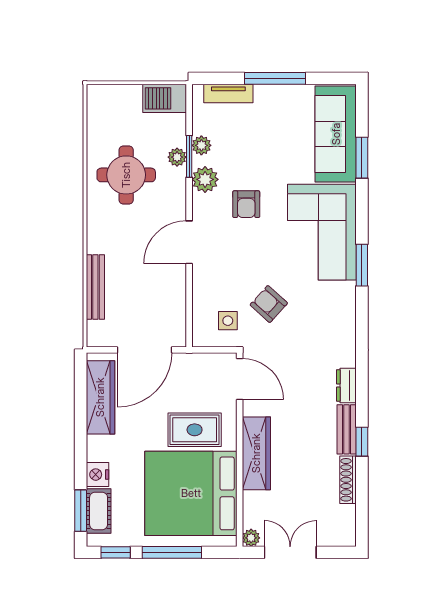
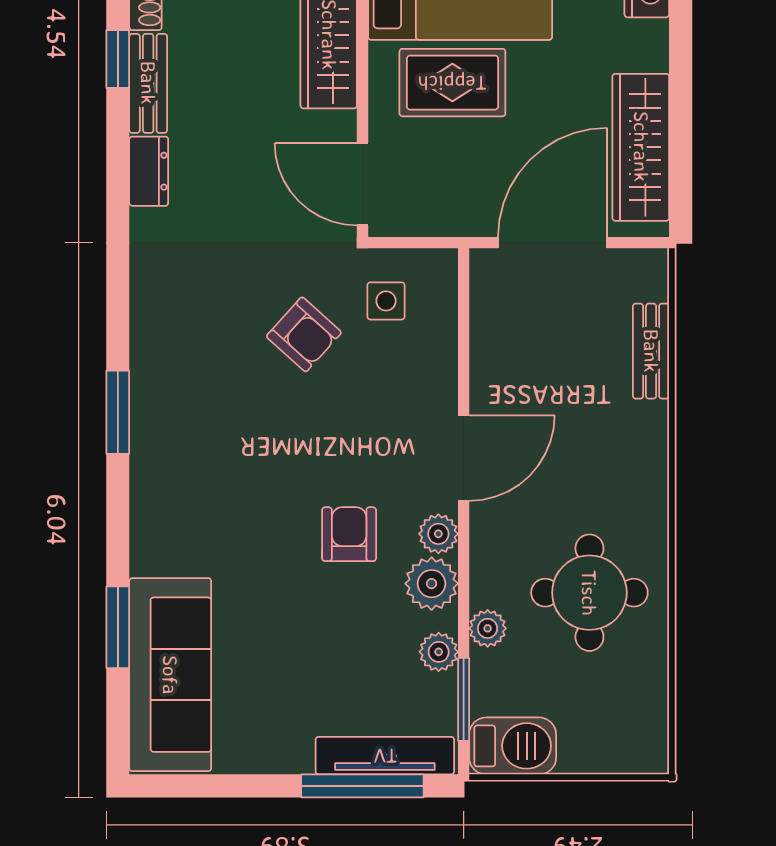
window: (275, 78) -> (362, 786), moved
tv unit: (228, 94) -> (385, 756), width x1.41
window: (189, 156) -> (464, 699), moved
plant: (202, 204) -> (438, 534), added
corner sofa: (322, 232) -> (198, 478), removed
bench: (95, 287) -> (651, 351), width x0.73

